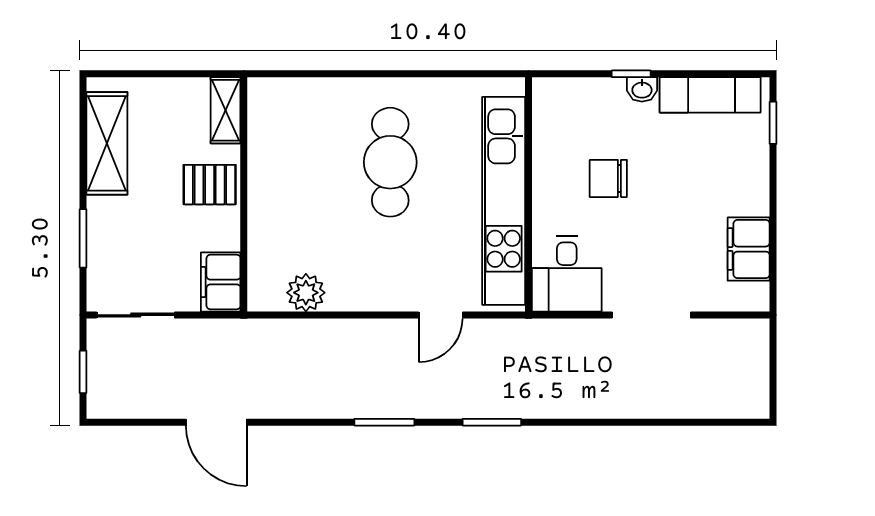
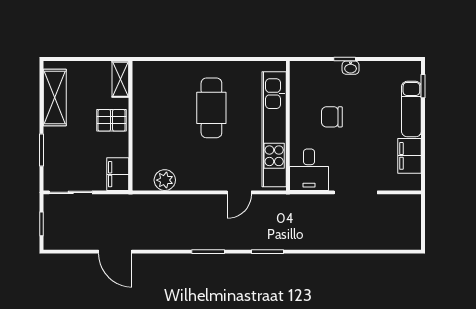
exam couch: (710, 95) -> (411, 109), moved, turned 90

